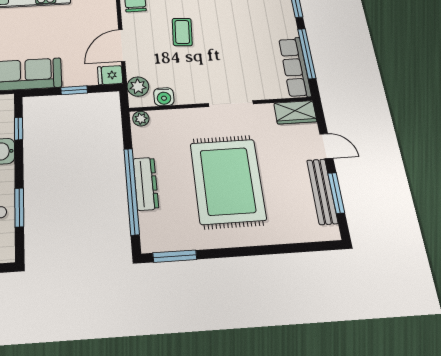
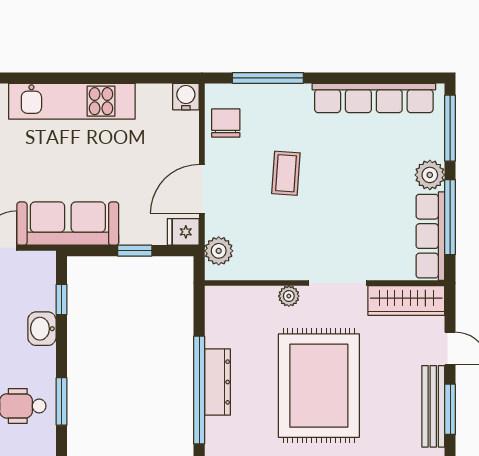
plant: (286, 27) -> (430, 175), added
water cooler: (164, 97) -> (251, 268), removed
wardrobe: (295, 112) -> (406, 301), width x1.50
plant: (141, 119) -> (289, 296), moved

